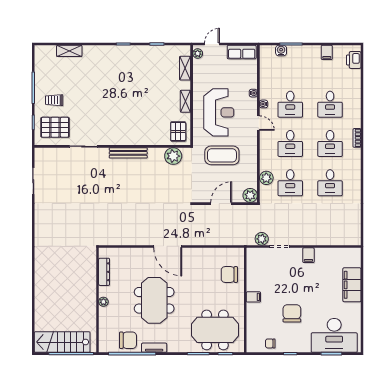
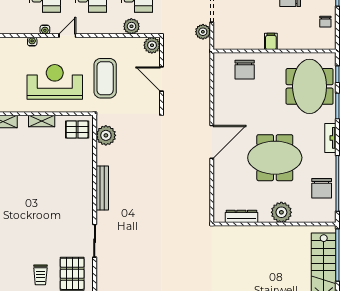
plant: (103, 302) -> (281, 212), width x1.88, depth x1.88
chair: (128, 340) -> (322, 188), turned 180
tv unit: (154, 348) -> (330, 138), moved

